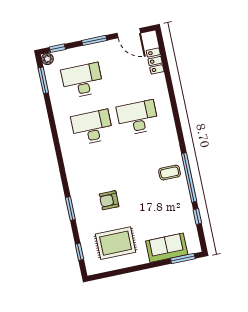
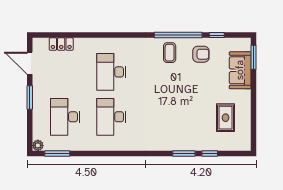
door: (129, 33) -> (30, 63), swing flipped
window: (57, 48) -> (30, 134), removed
armchair: (109, 200) -> (201, 54), moved, turned -90
rug: (116, 243) -> (226, 118), width x0.73, depth x0.70
window: (79, 252) -> (210, 154), moved

